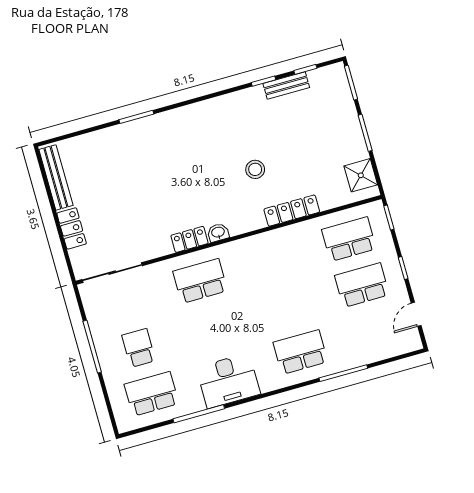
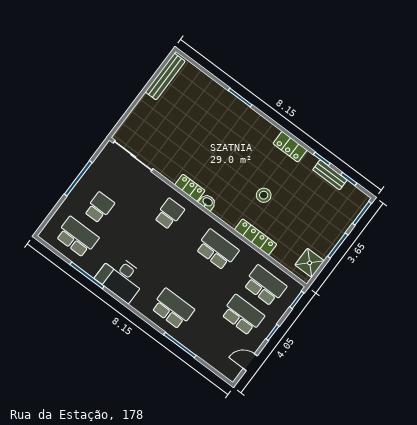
locker: (72, 228) -> (290, 147), moved, turned 90
school desk: (275, 260) -> (217, 250), added
school desk: (200, 281) -> (169, 214), width x0.54

